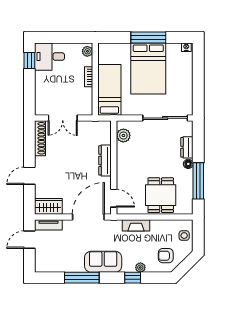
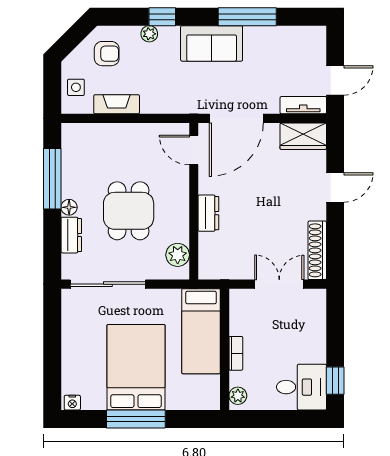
dresser: (105, 160) -> (208, 213), width x0.70
dining table: (161, 195) -> (129, 211), moved
fireplace: (136, 225) -> (117, 104), moved

